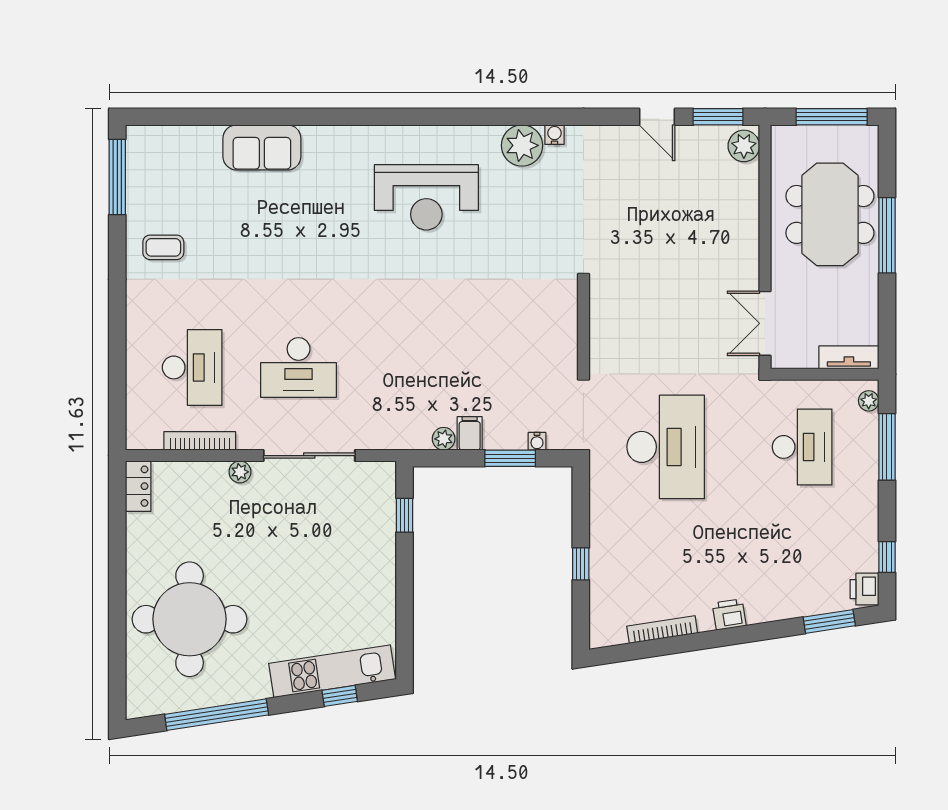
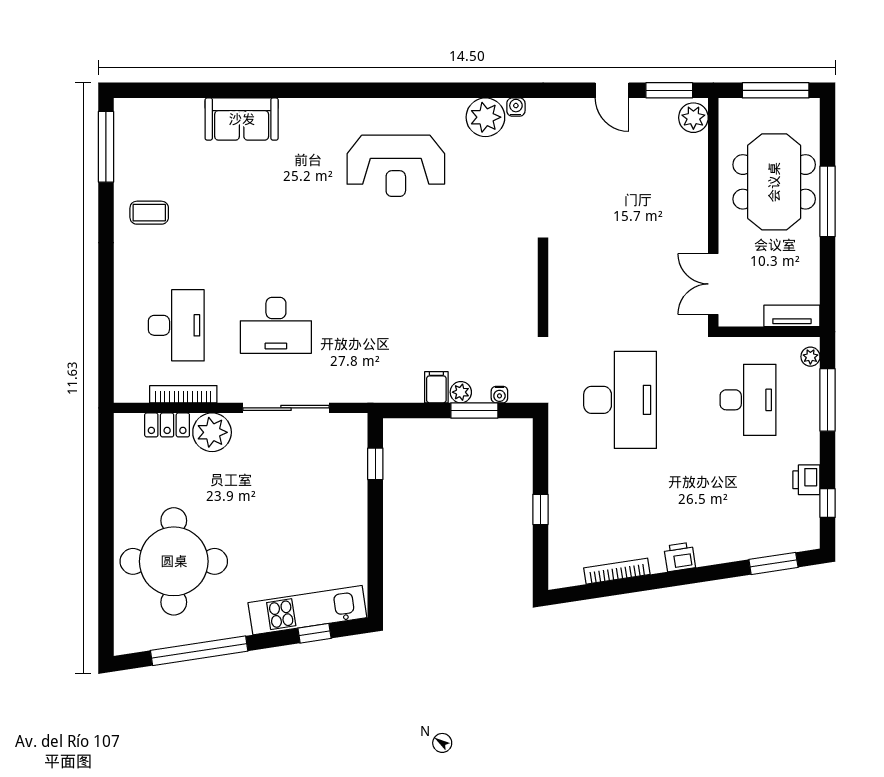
plant: (444, 439) -> (461, 392), moved
plant: (240, 472) -> (212, 432), width x1.88, depth x1.88
locker: (138, 486) -> (167, 425), moved, turned 90
printer: (864, 589) -> (806, 480), moved

